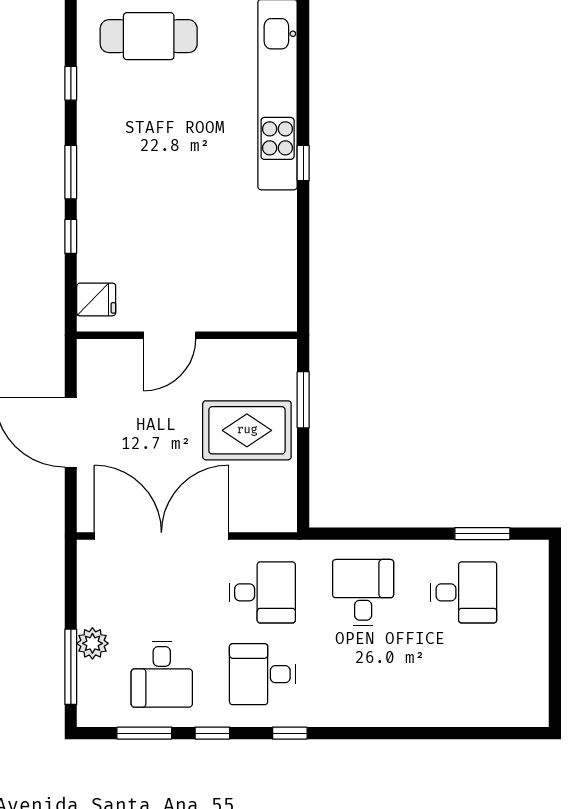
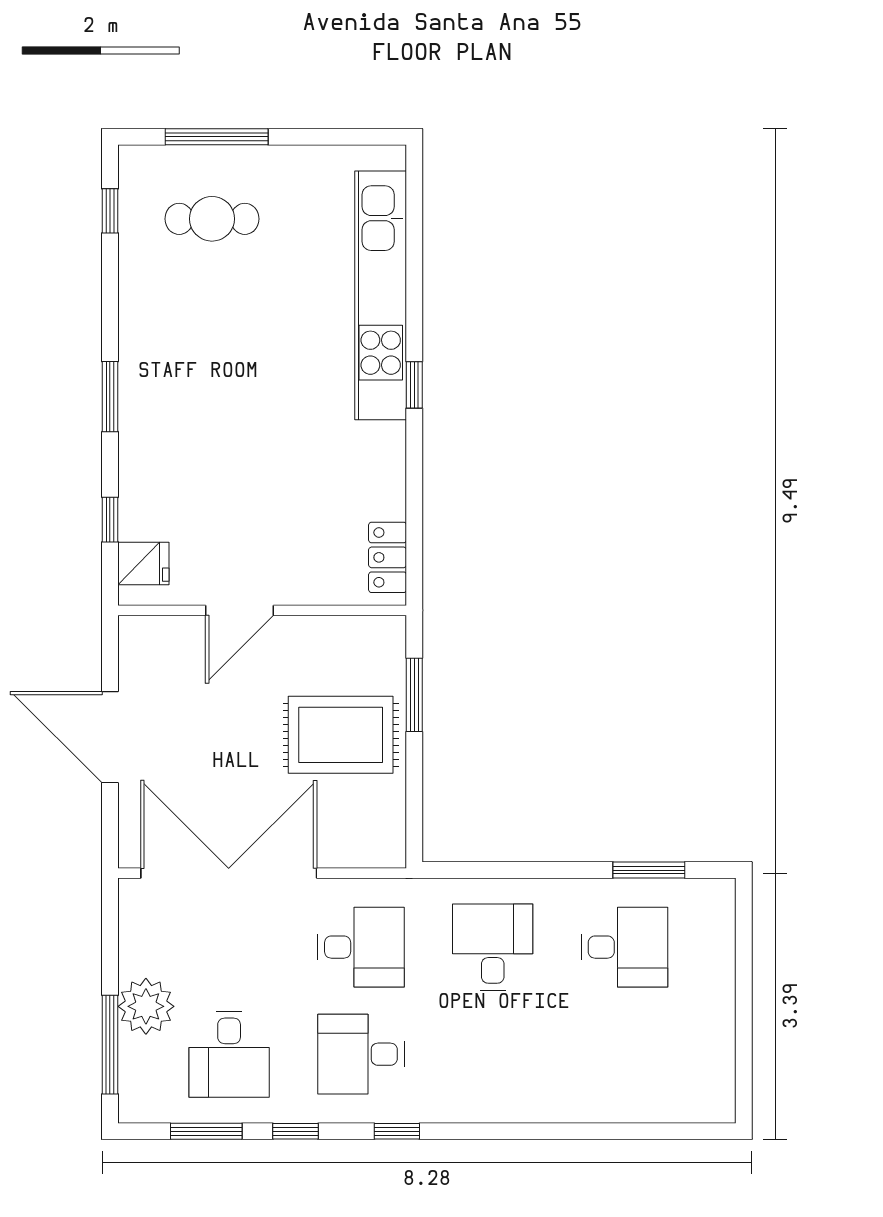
cafe table: (149, 36) -> (212, 219), width x0.73, depth x0.74
window: (71, 83) -> (110, 211), moved
window: (71, 236) -> (110, 520), moved
locker: (283, 295) -> (388, 557), added
plant: (92, 643) -> (146, 1006), width x1.36, depth x1.36

